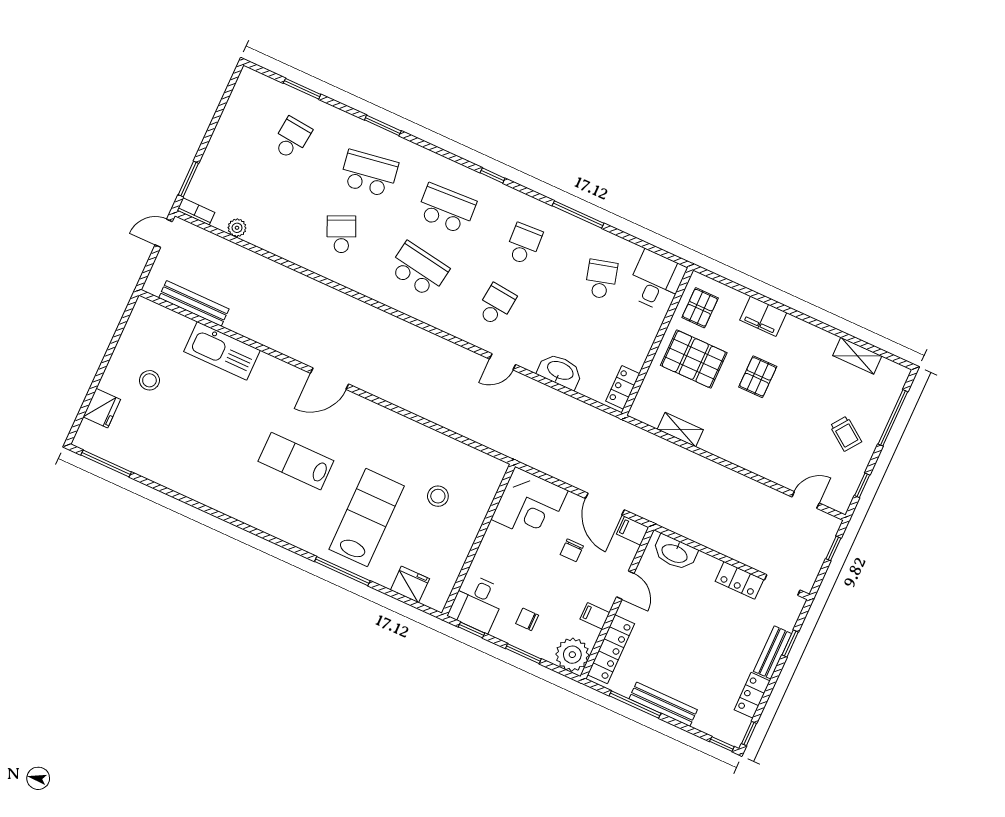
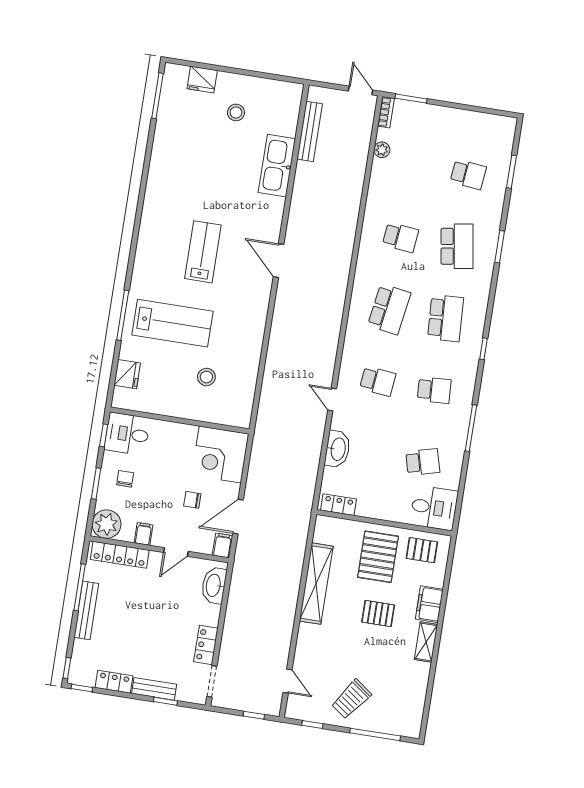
school desk: (341, 234) -> (401, 237), turned 30
shelving: (857, 356) -> (426, 642), moved
shelving: (680, 430) -> (316, 584), width x2.20, depth x1.33
trolley: (846, 434) -> (351, 699), width x1.36, depth x1.39

